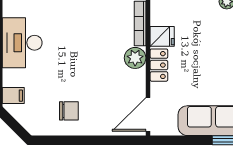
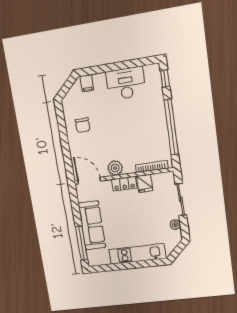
plant: (135, 58) -> (115, 168), moved

